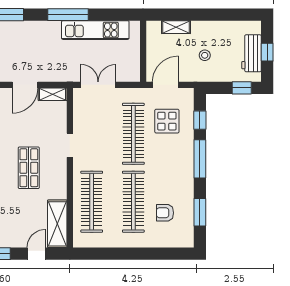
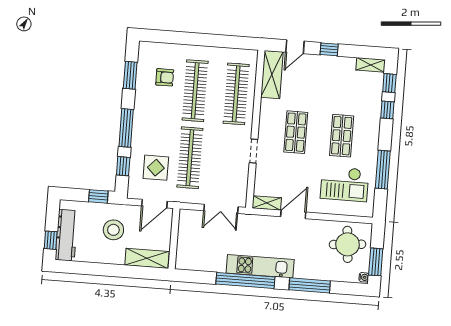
window: (68, 15) -> (245, 280), width x1.46
shelving: (176, 27) -> (147, 258), width x1.50, depth x1.33
kitchen unit: (95, 30) -> (260, 266), moved
window: (267, 52) -> (51, 240), moved
workbench: (251, 53) -> (67, 235), width x1.38
stool: (205, 55) -> (113, 230), width x1.89, depth x1.89
window: (242, 88) -> (98, 196), moved

